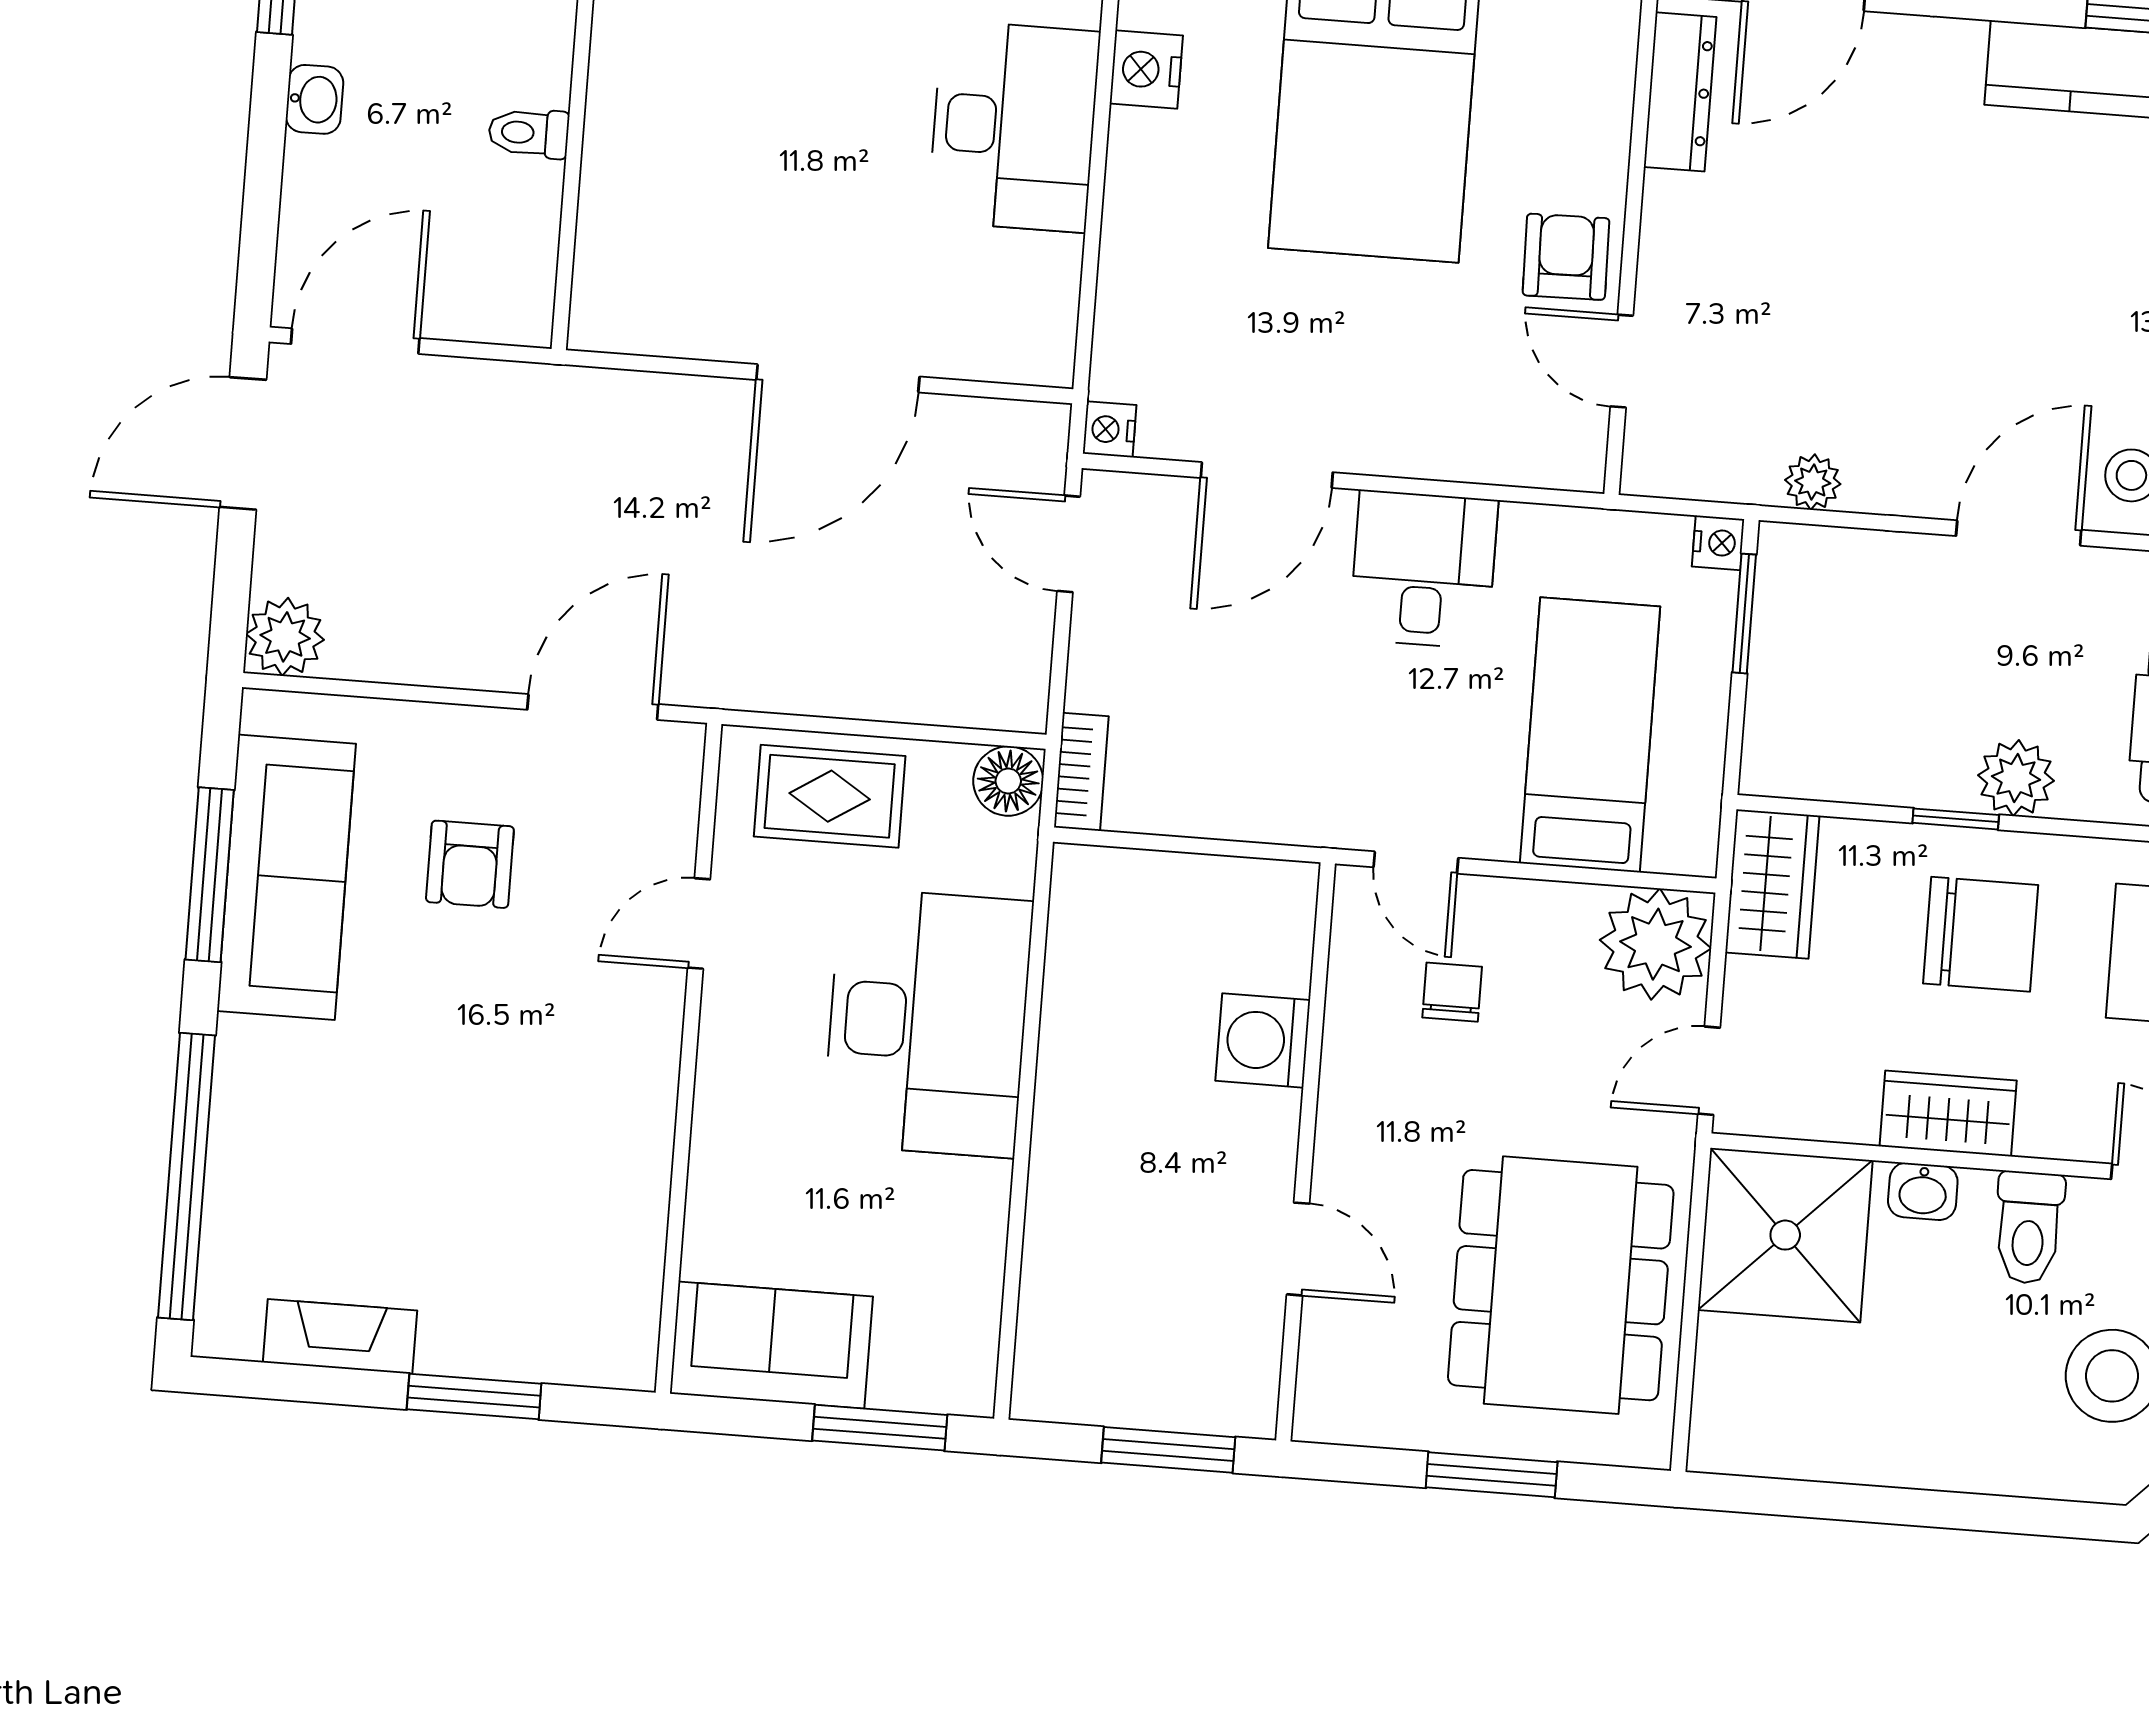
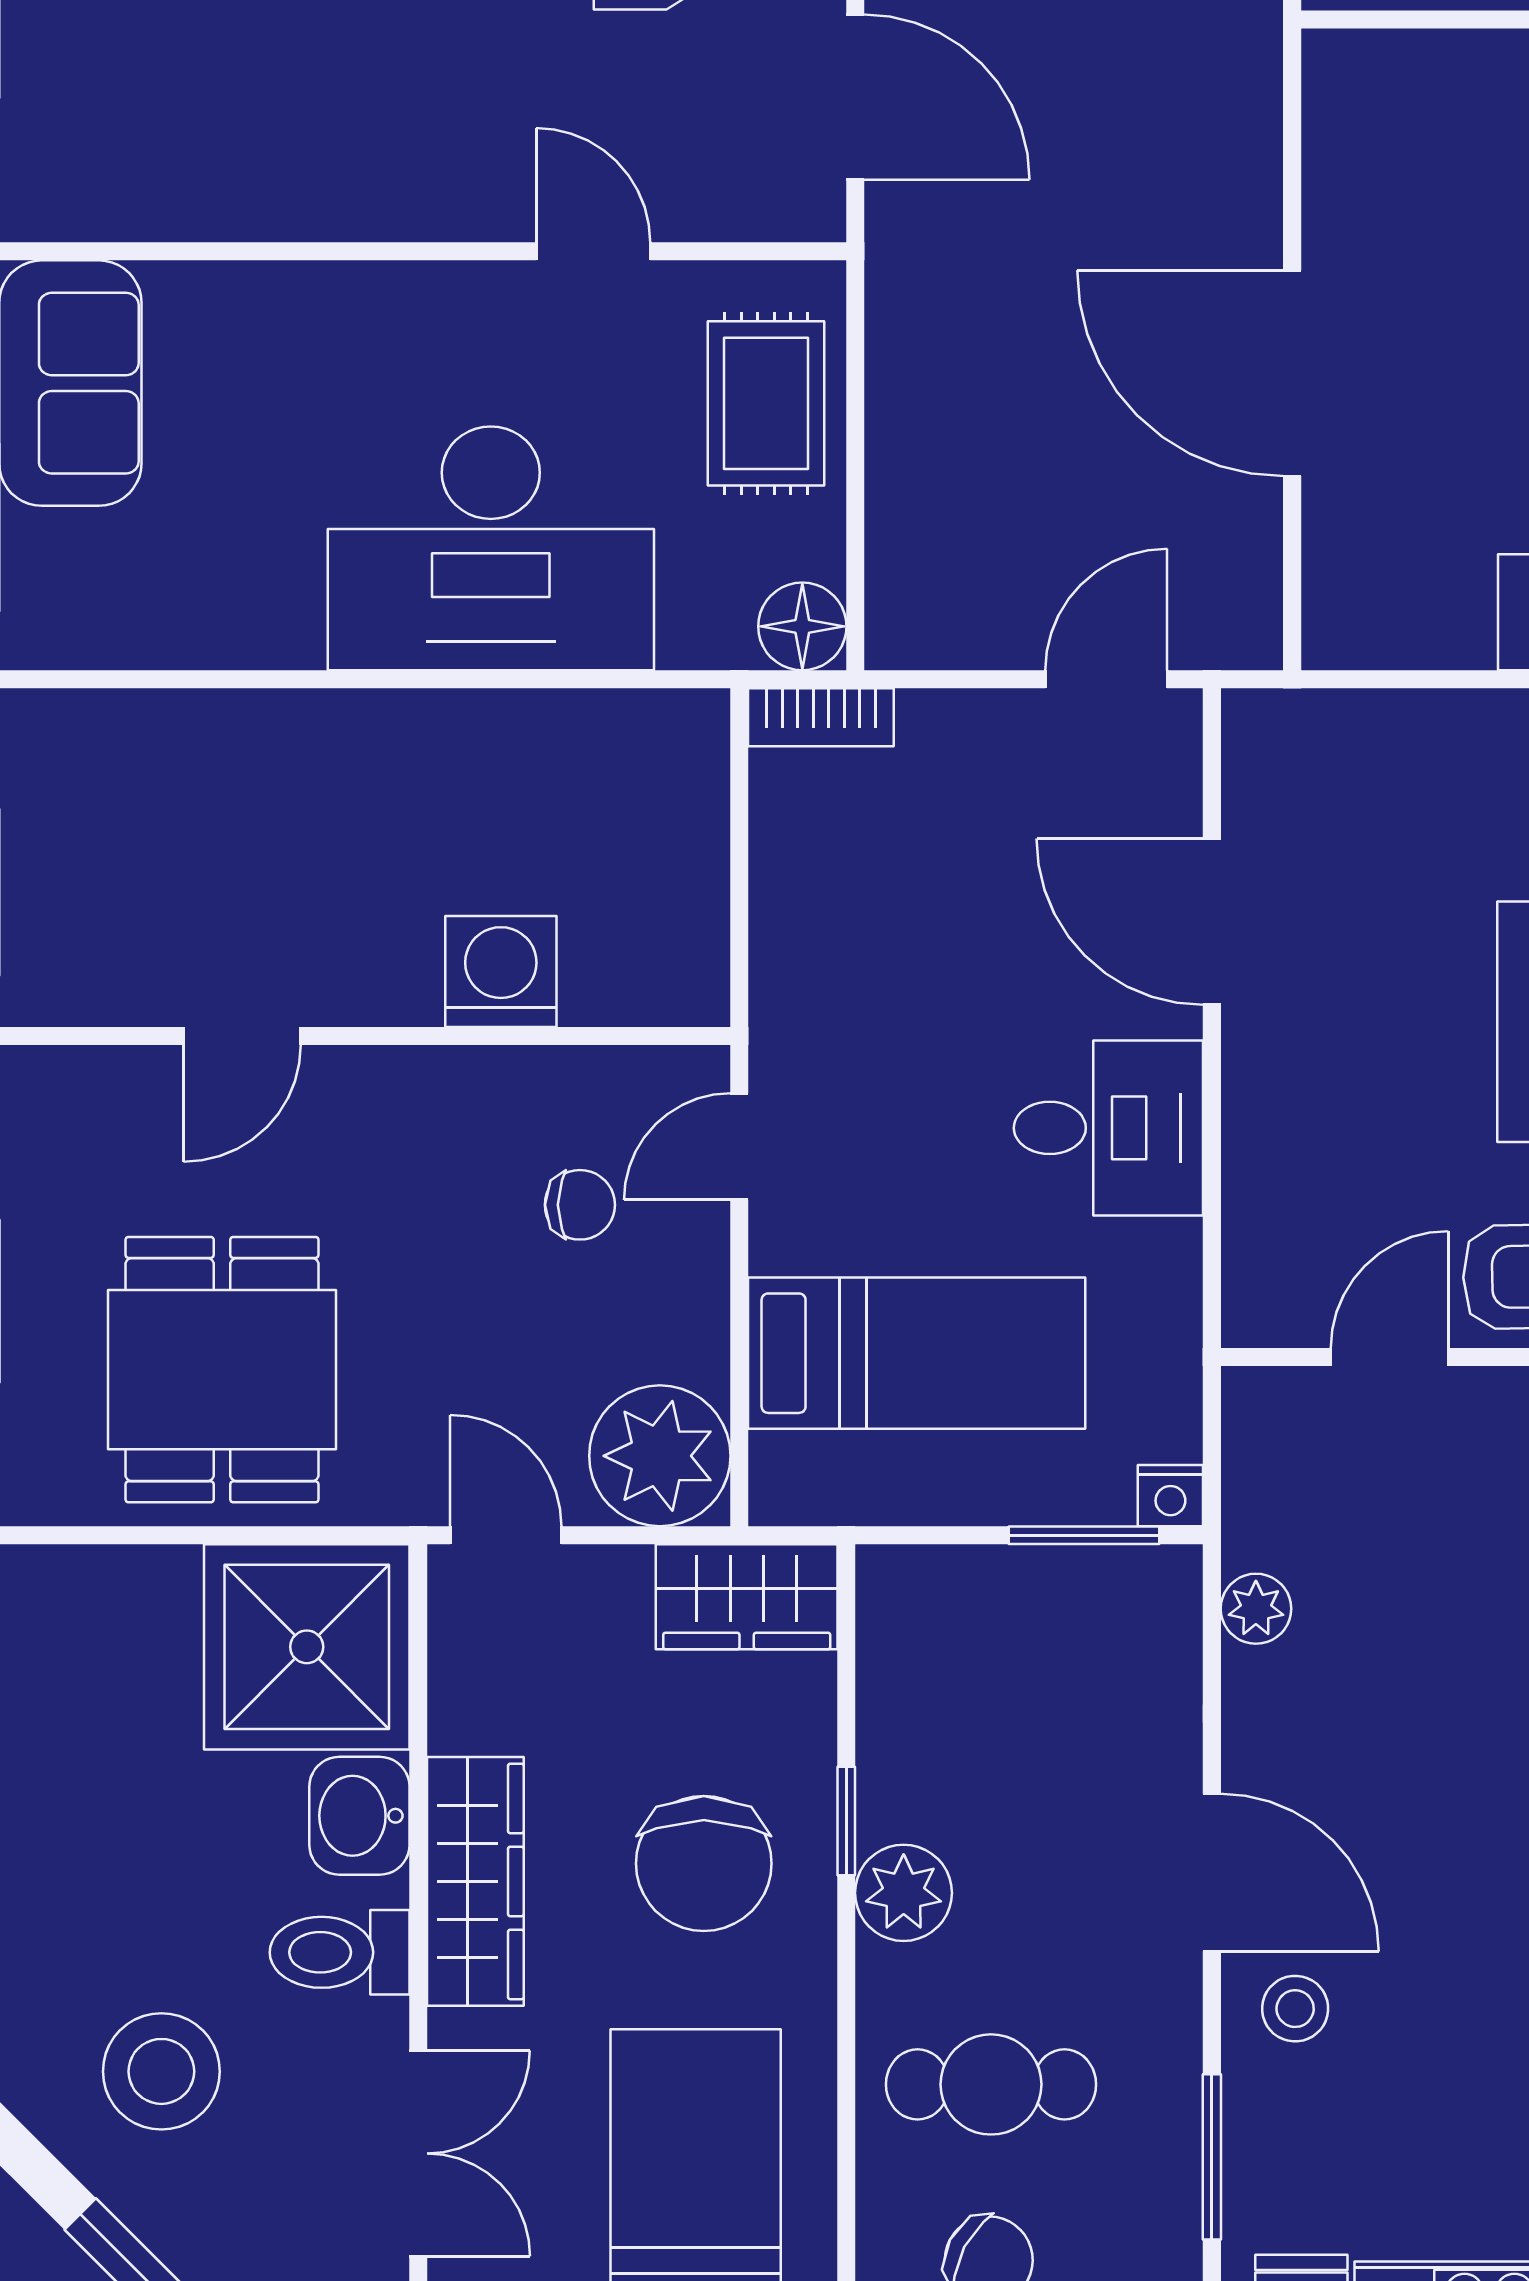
nightstand: (1110, 429) -> (1254, 720), removed
wardrobe: (1948, 1113) -> (475, 1881), width x1.50
washbasin: (1923, 1191) -> (359, 1816), width x1.38, depth x1.45
dining table: (1561, 1285) -> (222, 1370), width x0.73

